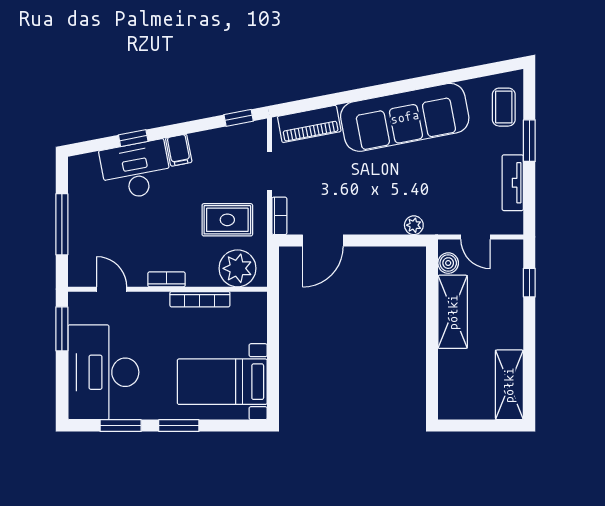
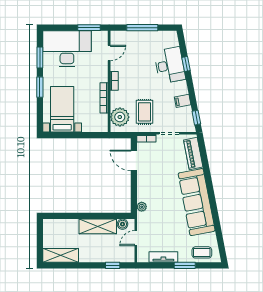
filing cabinet: (179, 150) -> (183, 101), moved

